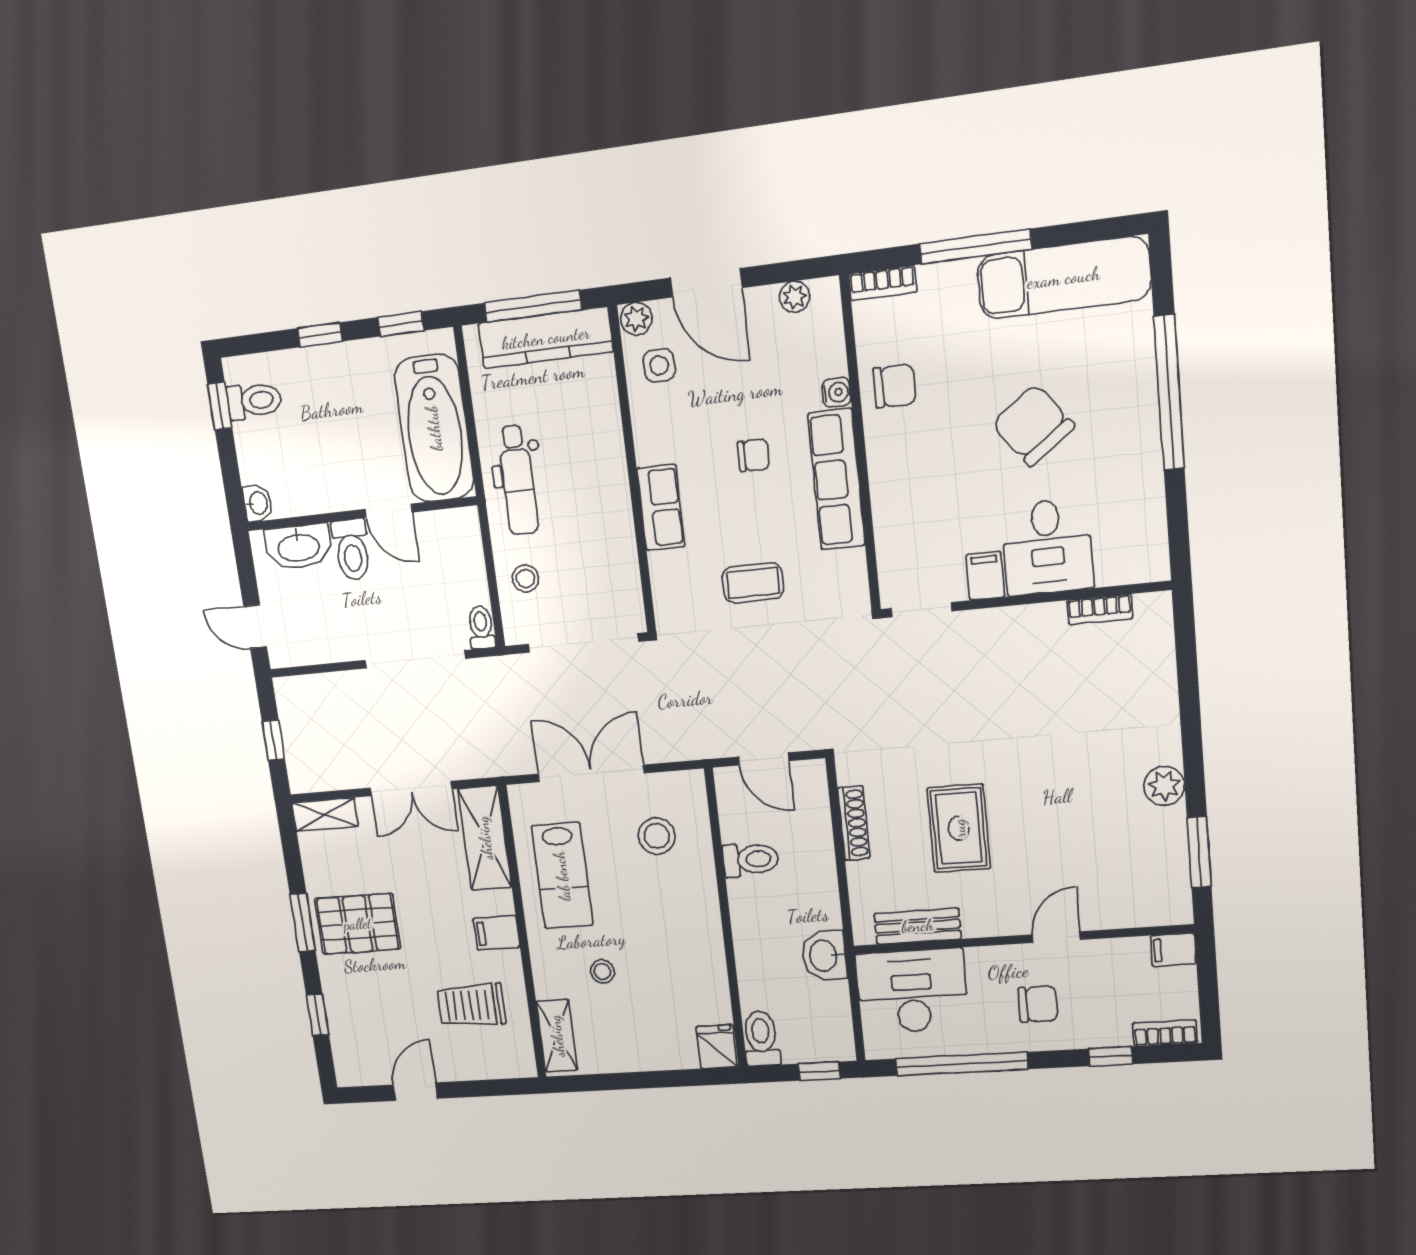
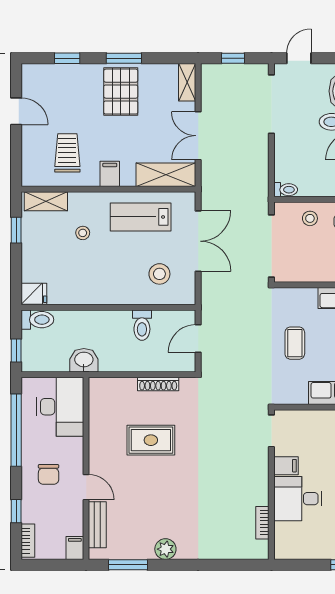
doorway: (415, 659) -> (271, 104), moved
bench: (918, 926) -> (97, 525), moved
window: (612, 1082) -> (16, 230), added

